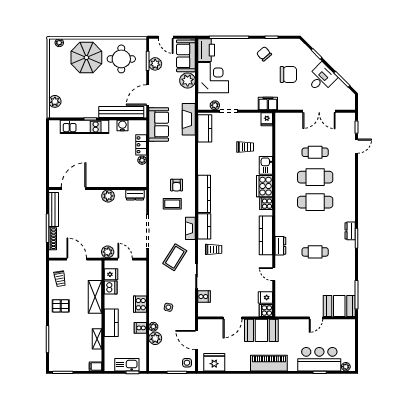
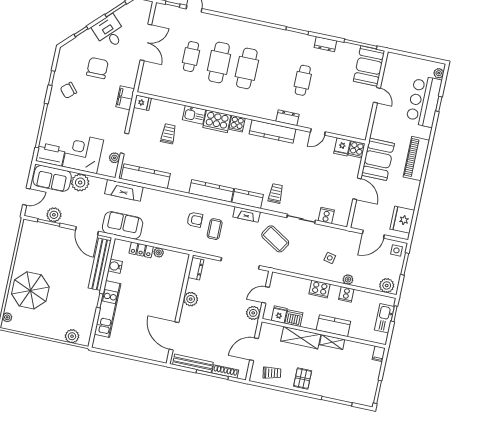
round table: (121, 59) -> (40, 252), removed
kitchen counter: (205, 128) -> (146, 176), width x1.50
dresser: (350, 231) -> (325, 44), moved
plant: (155, 338) -> (387, 285), moved
shelving: (97, 339) -> (332, 342), moved

